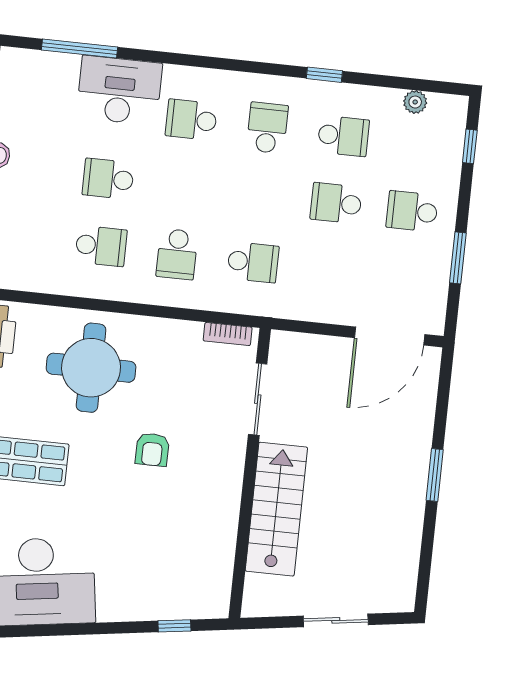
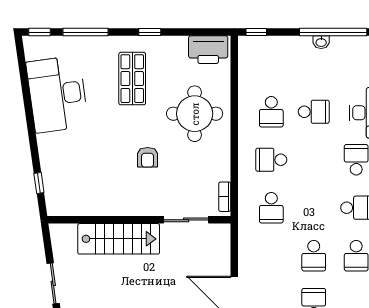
school desk: (108, 179) -> (314, 112), turned 90
school desk: (336, 203) -> (314, 256), turned 180
armchair: (152, 450) -> (148, 157), turned -90

